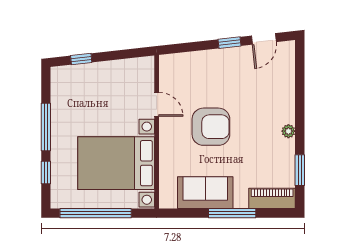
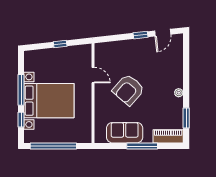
window: (81, 59) -> (60, 44), moved
armchair: (211, 127) -> (128, 90), turned 131
bed with nightstands: (116, 163) -> (49, 101), moved, turned 180

